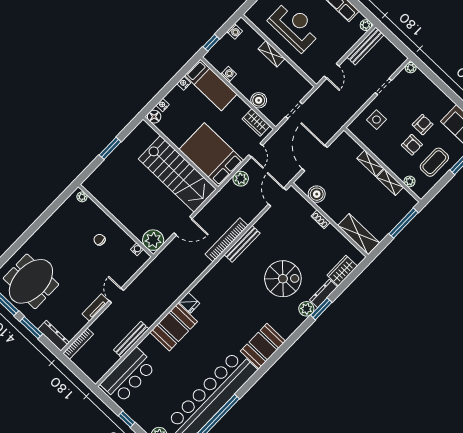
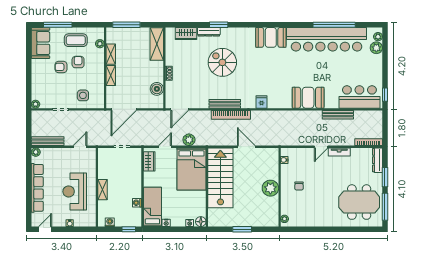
boiler: (259, 100) -> (135, 172), removed
door: (315, 158) -> (124, 109), moved
plant: (153, 240) -> (270, 188), moved
fridge: (189, 303) -> (261, 102), moved
plant: (306, 309) -> (227, 33), removed
window: (127, 419) -> (385, 95), moved

